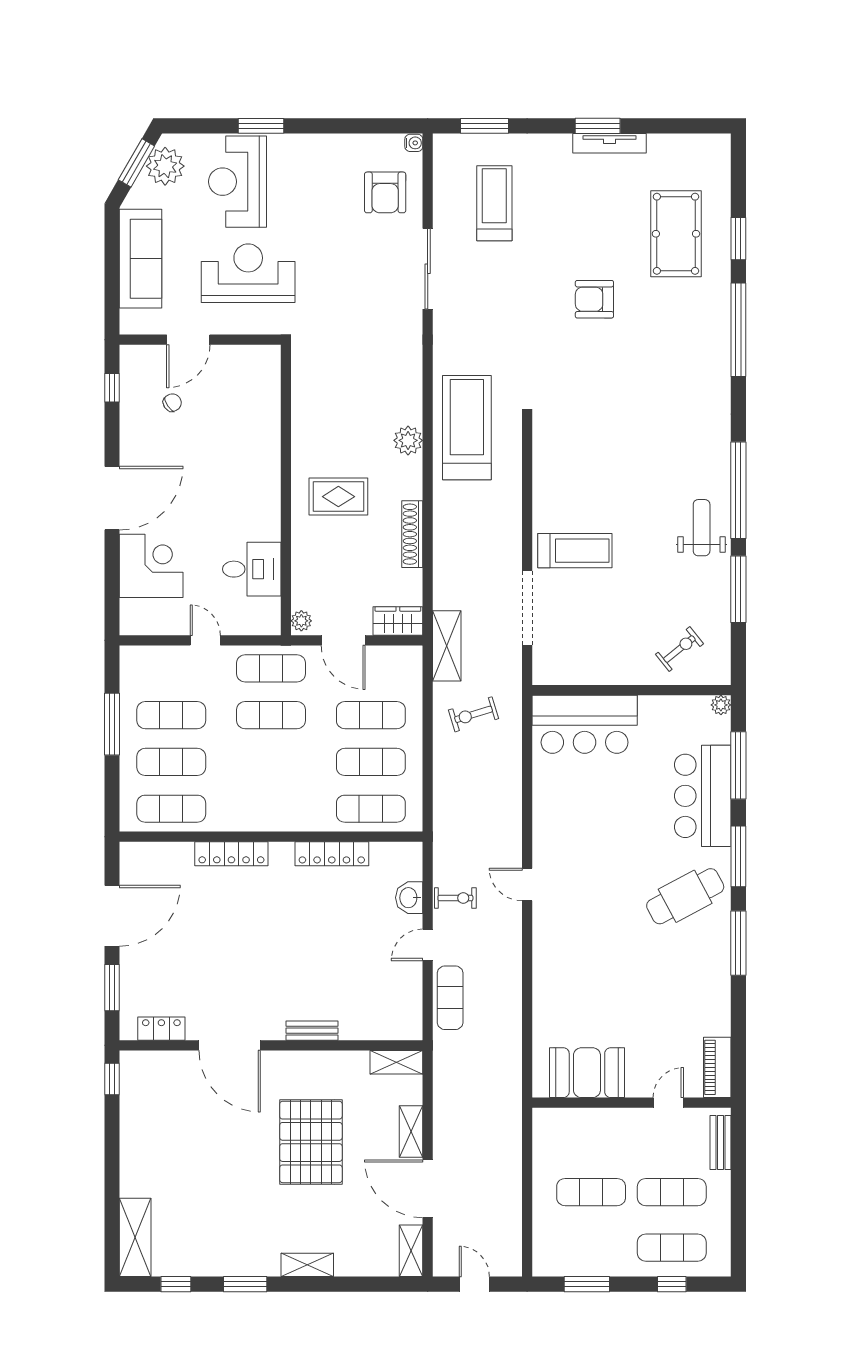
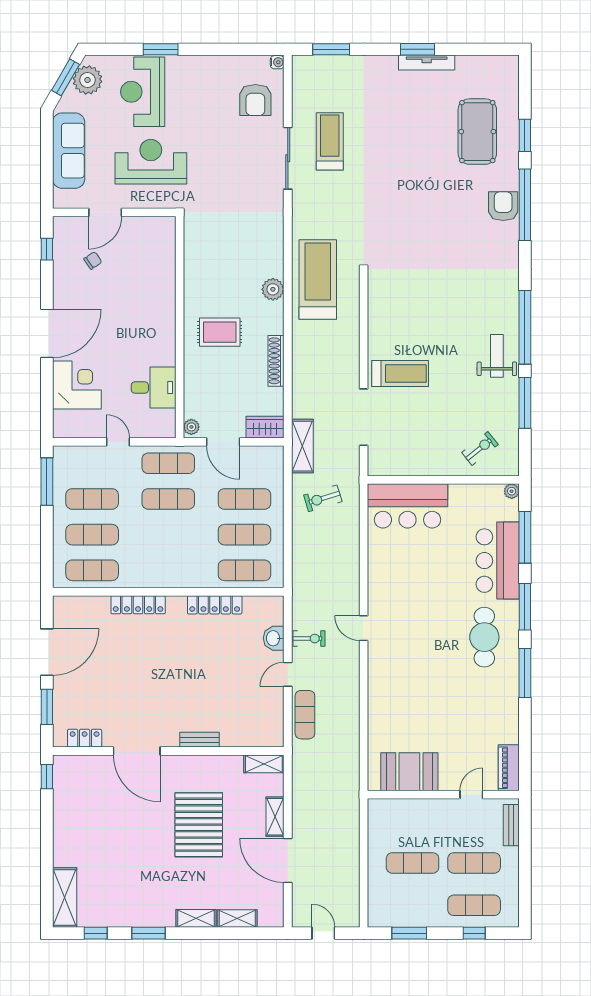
treadmill: (494, 203) -> (330, 141), moved
armchair: (594, 299) -> (503, 206), moved, turned 90
window: (112, 724) -> (47, 482), moved
cafe table: (685, 896) -> (484, 637), turned -62
shelving: (411, 1251) -> (237, 919), moved, turned 90

